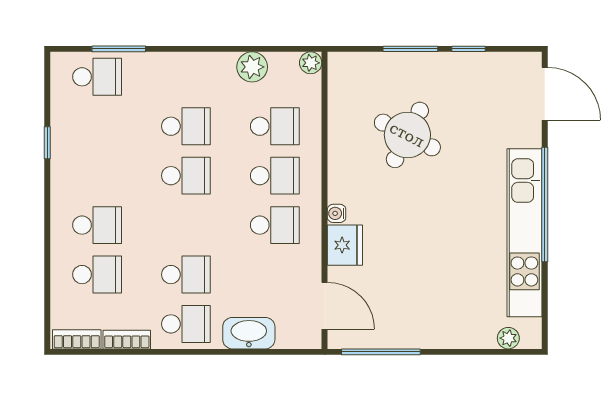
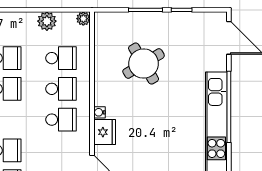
round table: (407, 135) -> (144, 64), turned 32

